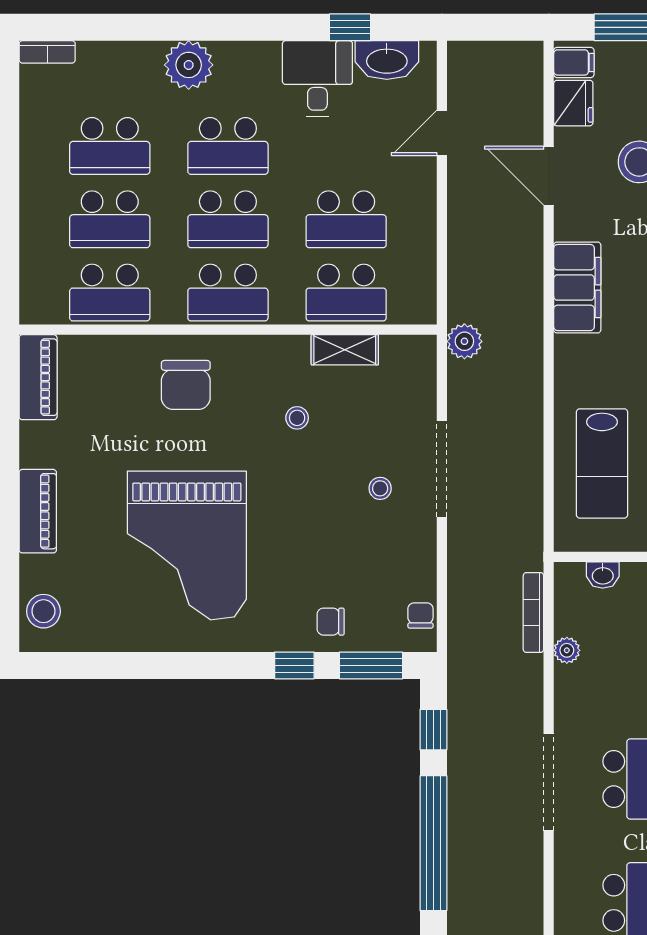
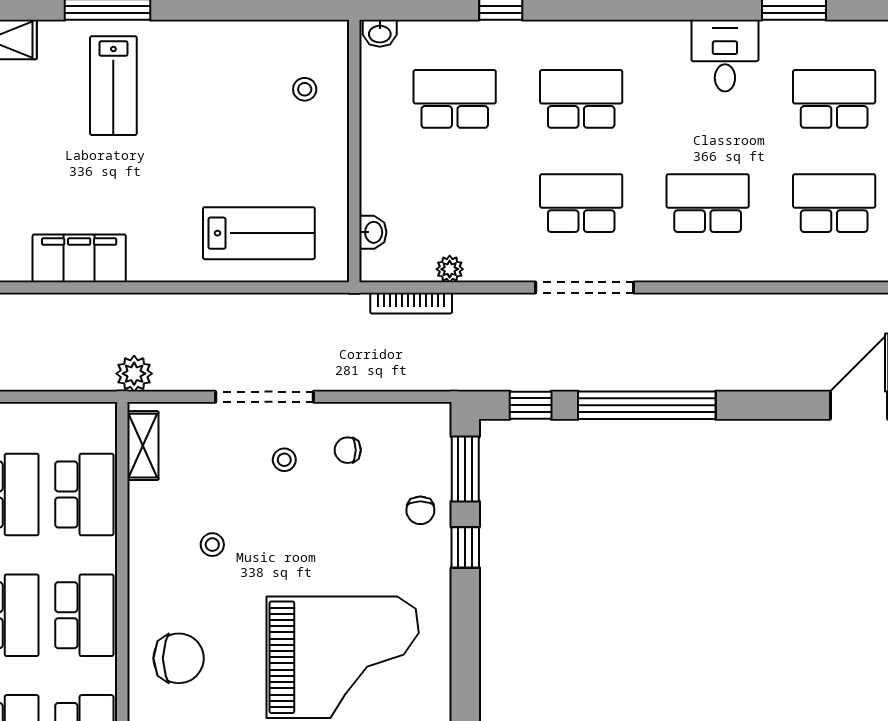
shelving: (345, 350) -> (143, 446), moved
chair: (420, 615) -> (348, 450), moved

